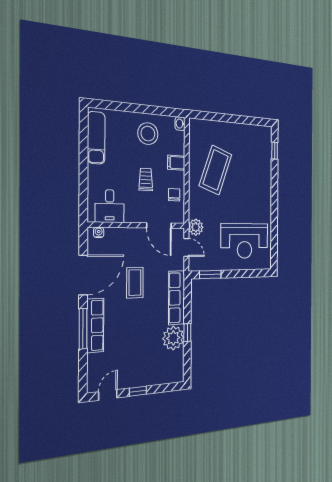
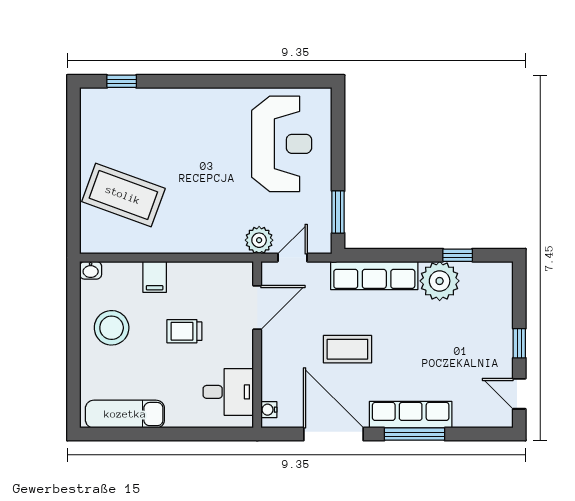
coffee table: (216, 170) -> (123, 195), moved
chair: (174, 195) -> (207, 281), removed
window: (187, 333) -> (458, 255), moved

